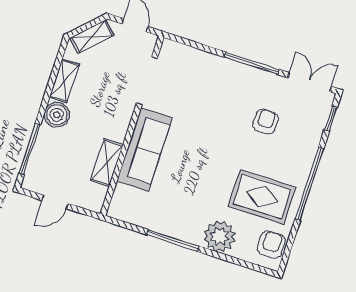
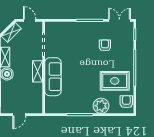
shelving: (107, 163) -> (37, 71), moved

